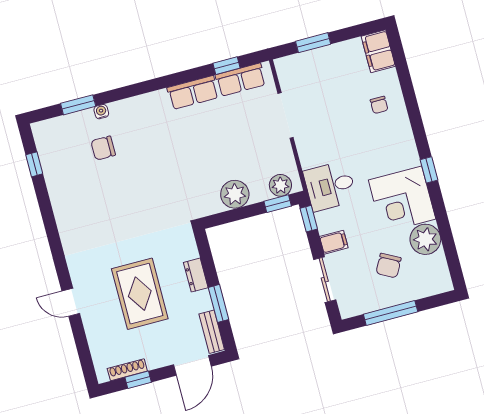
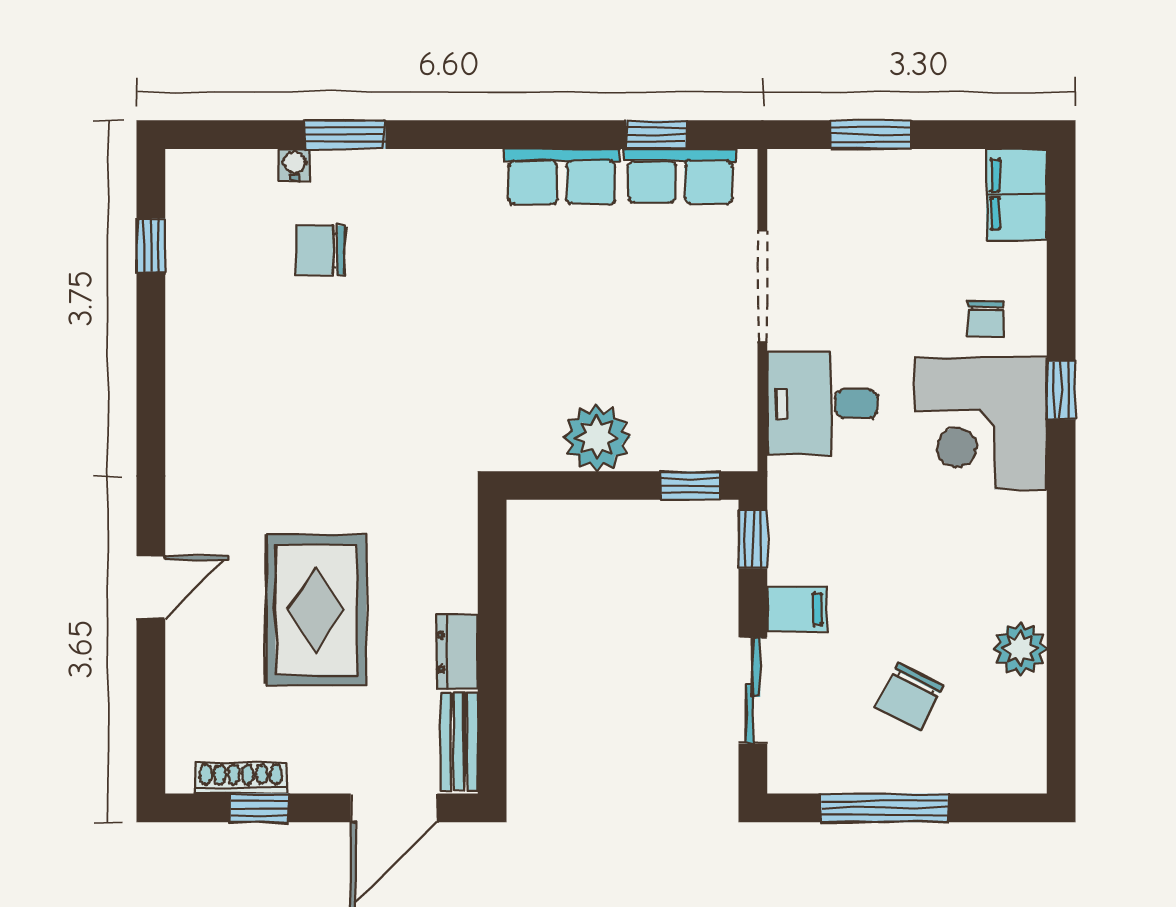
window: (78, 105) -> (345, 135), moved
water cooler: (101, 112) -> (295, 165), moved
window: (429, 170) -> (1061, 390), moved
plant: (280, 185) -> (708, 445), removed
desk: (330, 186) -> (822, 404), moved
corner desk: (402, 200) -> (981, 424), moved
plant: (425, 239) -> (1020, 649), width x0.73, depth x0.73
dresser: (196, 275) -> (457, 652), moved
door: (71, 302) -> (151, 587), swing flipped
window: (218, 303) -> (492, 681), removed

